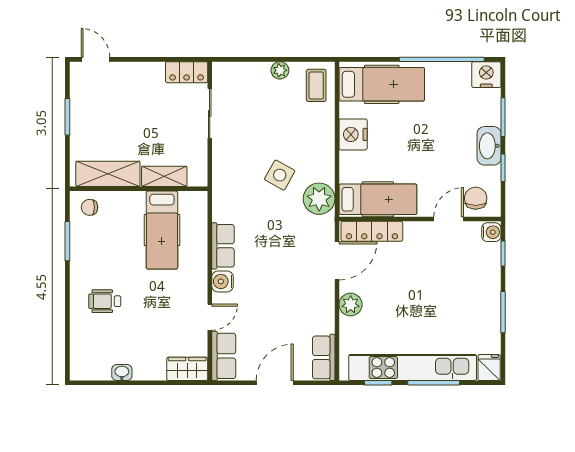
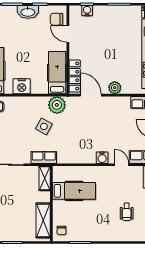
shelving: (164, 176) -> (45, 178), moved
water cooler: (491, 232) -> (87, 11), moved
row of seats: (223, 246) -> (44, 157), moved
wheelchair: (105, 301) -> (127, 212), moved

